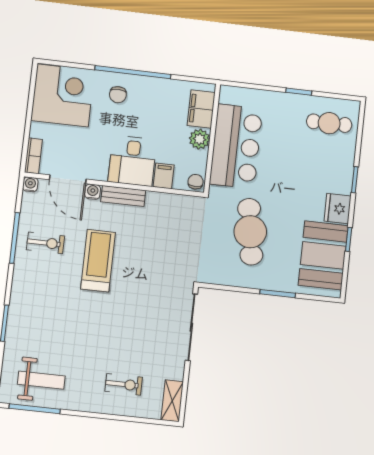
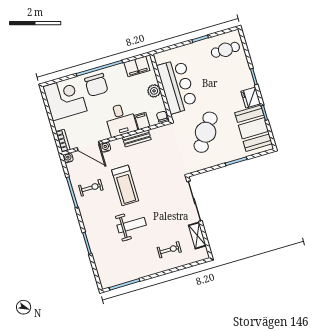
chair: (118, 95) -> (96, 85), width x1.87, depth x1.87
filing cabinet: (201, 109) -> (137, 66), moved, turned -90
bench: (123, 196) -> (137, 138), moved
cafe table: (250, 232) -> (206, 132), turned 43
treadmill: (98, 261) -> (125, 185), turned 180
weight bench: (41, 380) -> (132, 225), moved
shelving: (172, 401) -> (197, 235), moved

